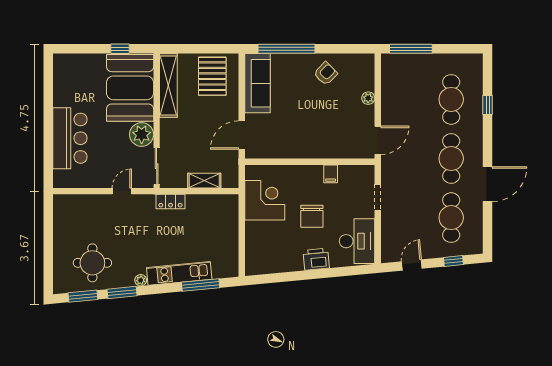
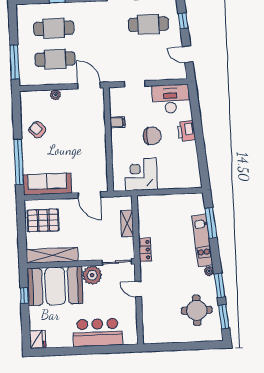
fridge: (64, 63) -> (38, 339), added
cafe table: (451, 159) -> (55, 59), moved

